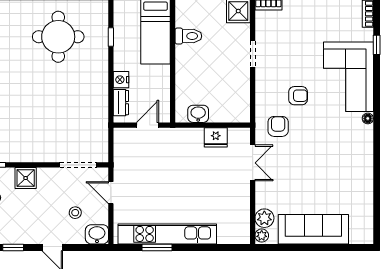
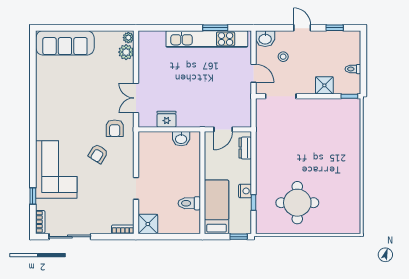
nightstand: (121, 80) -> (245, 191), moved
armchair: (298, 96) -> (98, 154), turned -58
floor lamp: (368, 118) -> (40, 135), removed
sofa: (313, 229) -> (65, 43), moved

